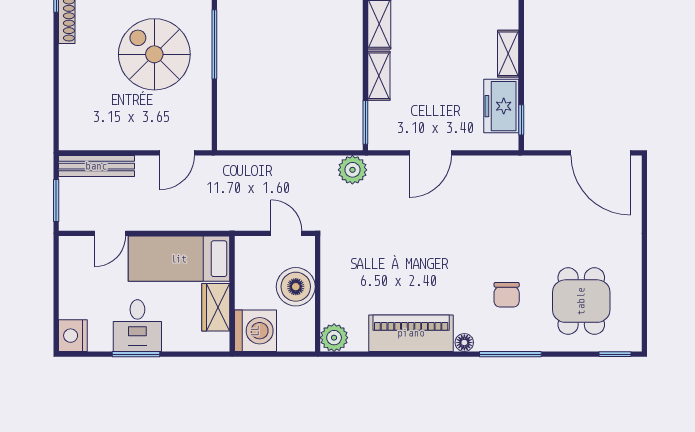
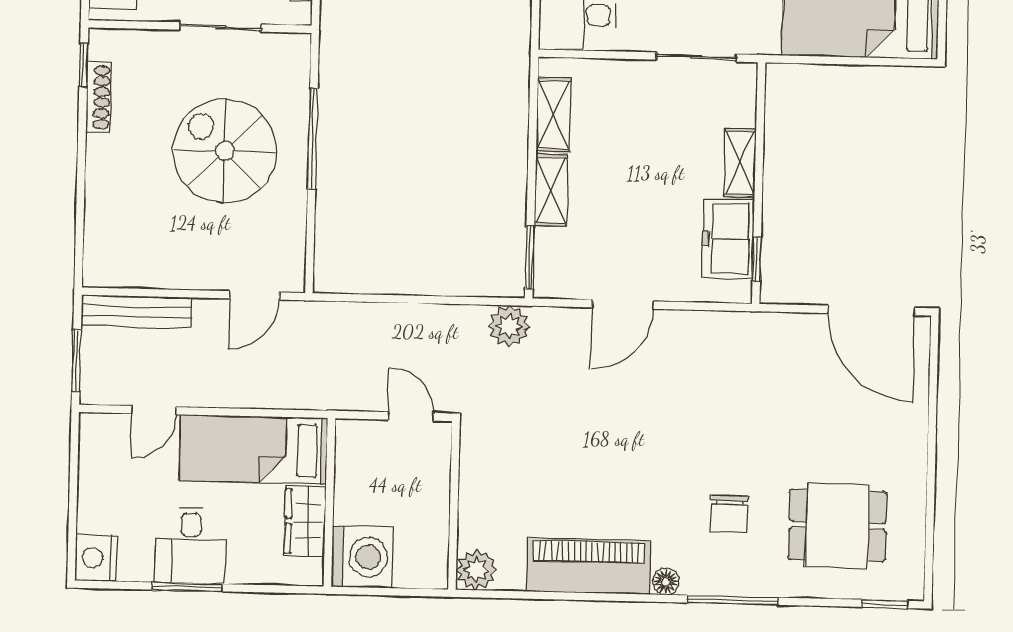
boiler: (296, 287) -> (422, 494), removed
dining table: (581, 301) -> (838, 525), turned 90

